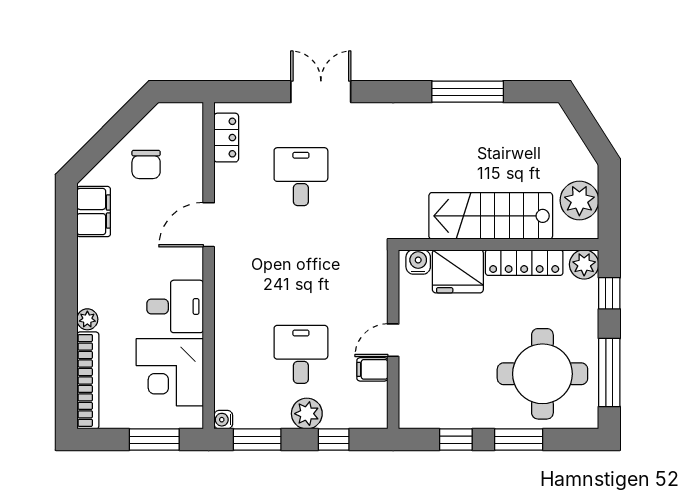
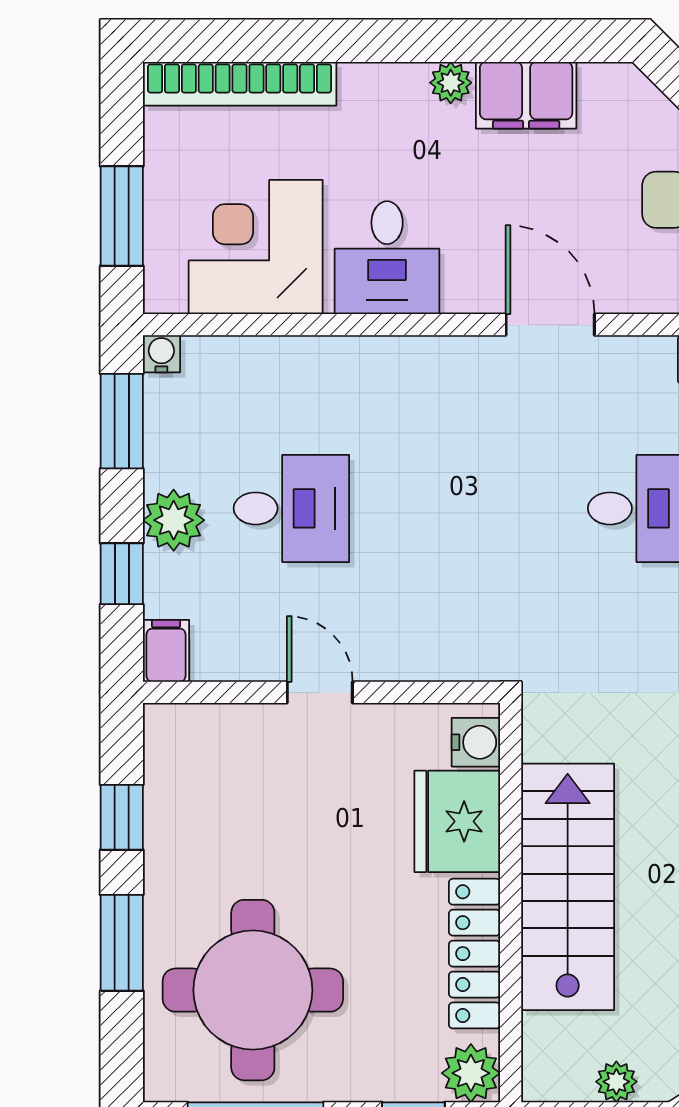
plant: (579, 200) -> (616, 1082), width x0.53, depth x0.53
filing cabinet: (94, 212) -> (526, 95), moved
plant: (87, 319) -> (451, 83), moved
filing cabinet: (372, 369) -> (166, 651), moved

